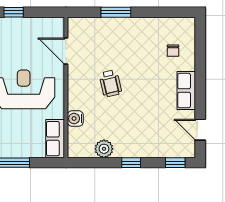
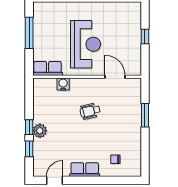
door: (66, 51) -> (115, 77), hinge flipped
plant: (104, 149) -> (40, 131), moved
window: (175, 163) -> (29, 149), moved

